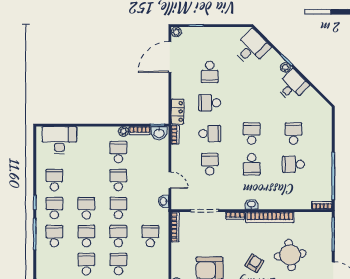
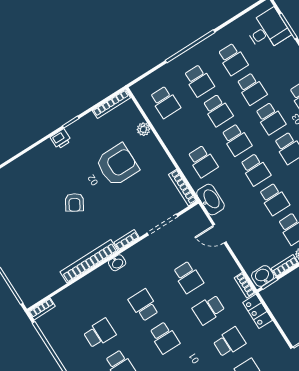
washbasin: (164, 201) -> (210, 200), width x1.91, depth x1.45
round table: (290, 255) -> (42, 235), removed

